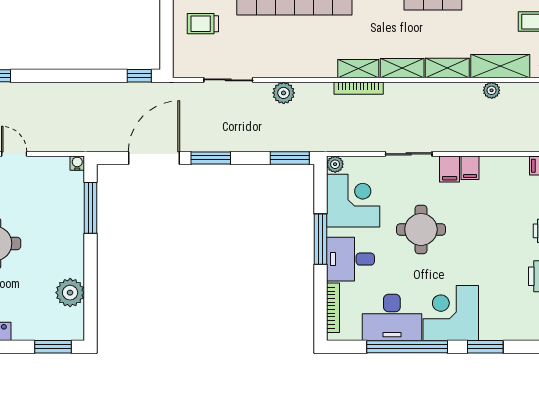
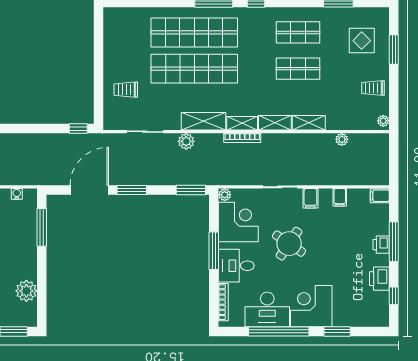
shelving: (500, 66) -> (204, 121), moved
water cooler: (77, 163) -> (17, 194), moved
filing cabinet: (470, 168) -> (340, 197), moved
round table: (421, 229) -> (289, 244), turned 34

